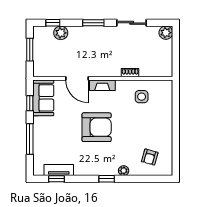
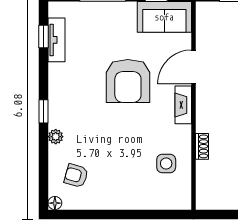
armchair: (97, 127) -> (128, 81), moved
floor lamp: (168, 171) -> (55, 203), added

